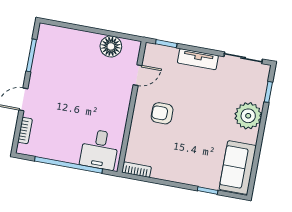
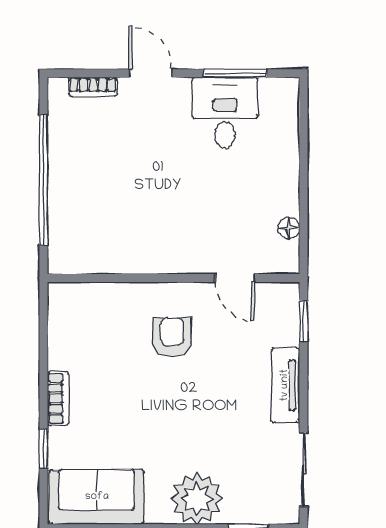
floor lamp: (111, 46) -> (289, 228), width x0.53, depth x0.53
desk: (99, 149) -> (225, 113), moved, turned 90
bookcase: (137, 170) -> (58, 398), moved

